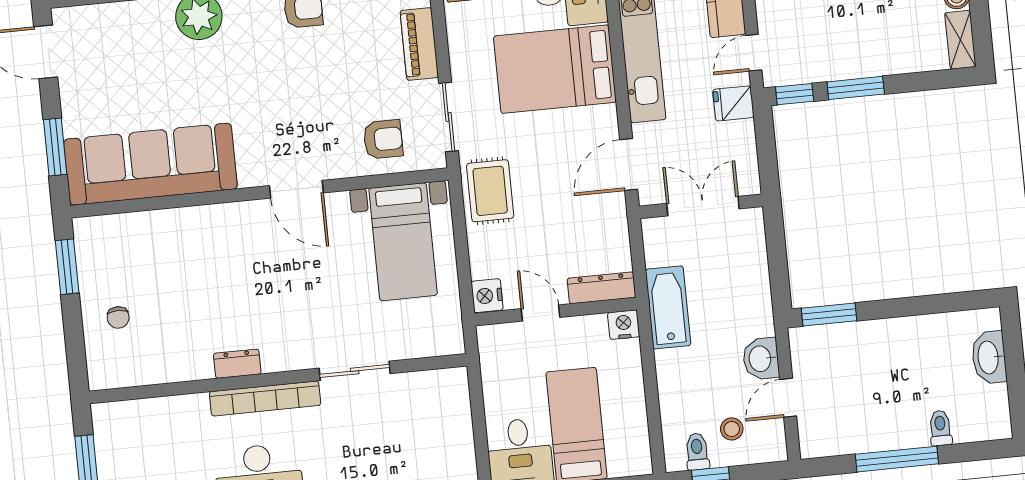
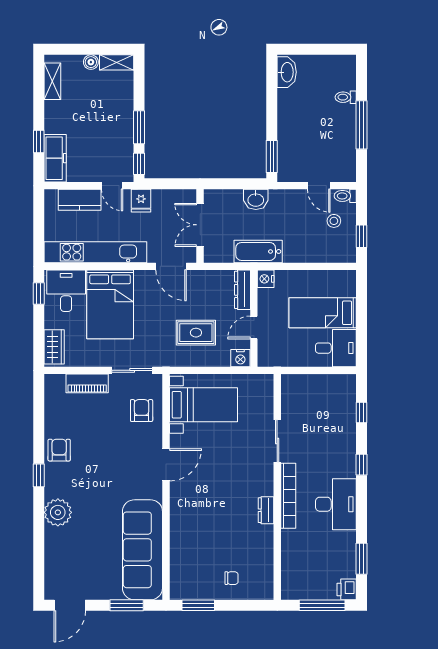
rug: (490, 191) -> (196, 333), moved
washbasin: (989, 357) -> (287, 72), moved, turned -90
washbasin: (761, 359) -> (256, 199), moved
toilet: (697, 452) -> (345, 196), moved

